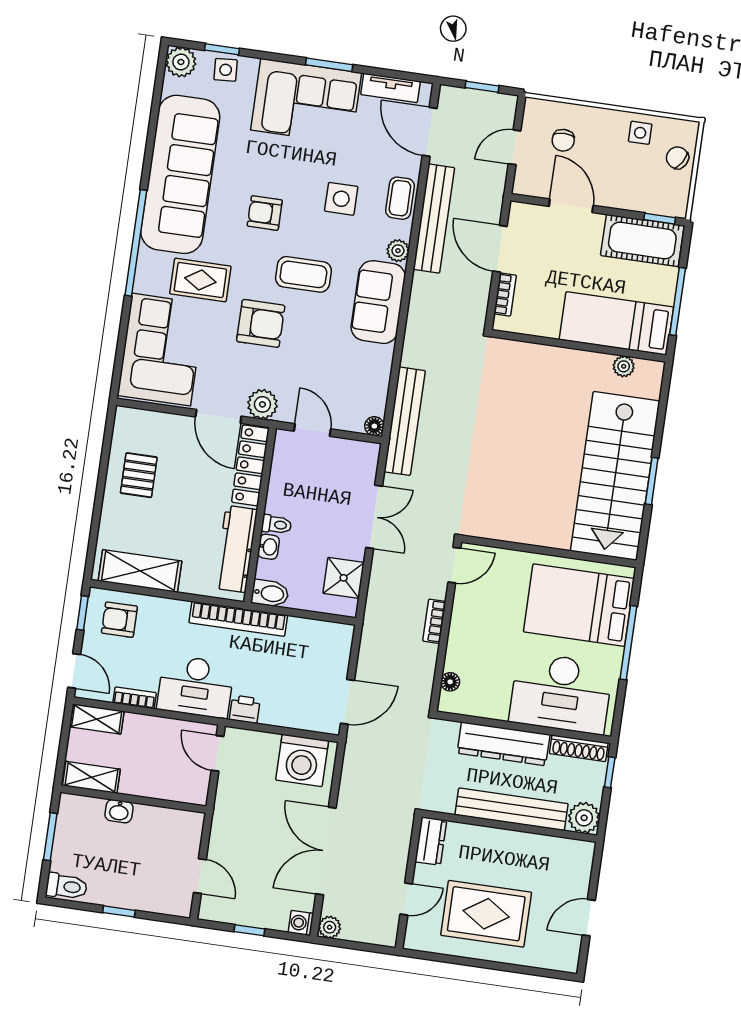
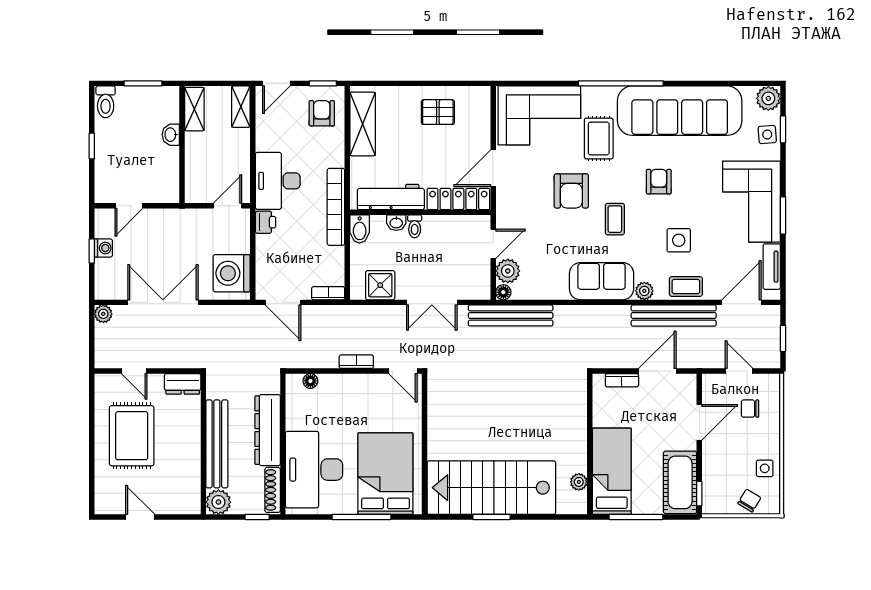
coffee table: (303, 274) -> (615, 219), width x0.73, depth x0.77
plant: (262, 404) -> (508, 271), moved
bookcase: (135, 698) -> (328, 293), moved, turned -90
washing machine: (301, 923) -> (103, 248), moved, turned 90

